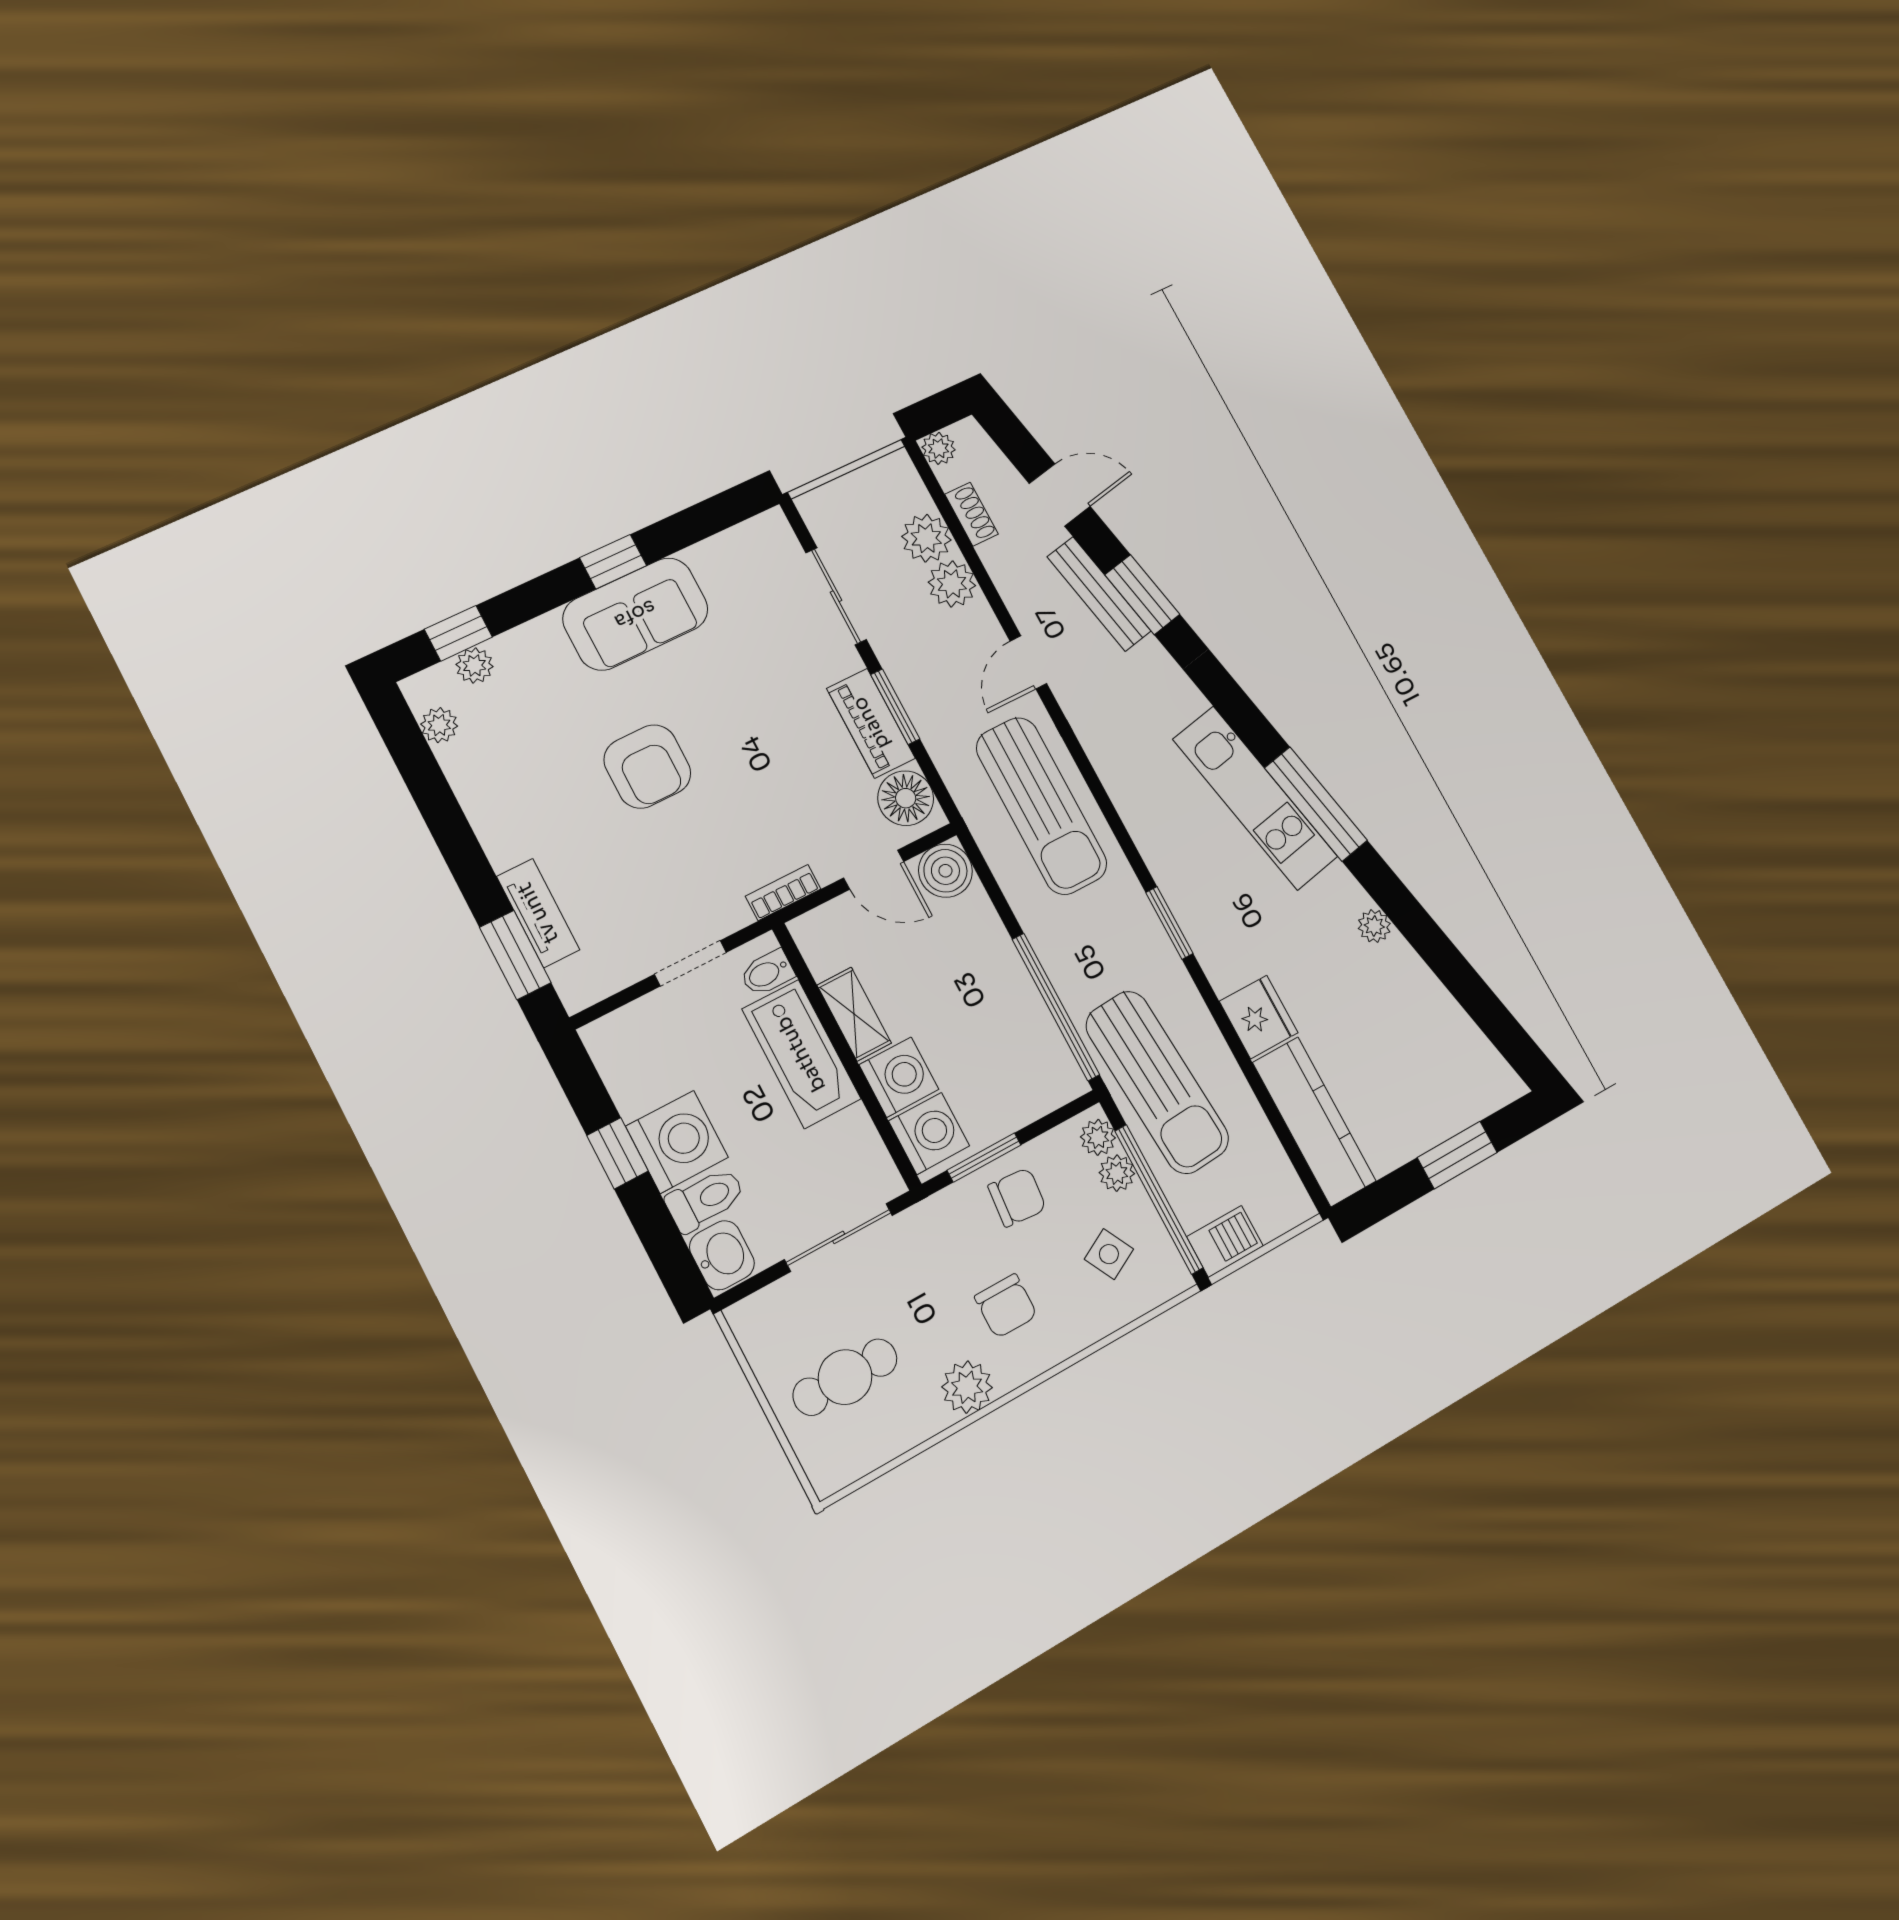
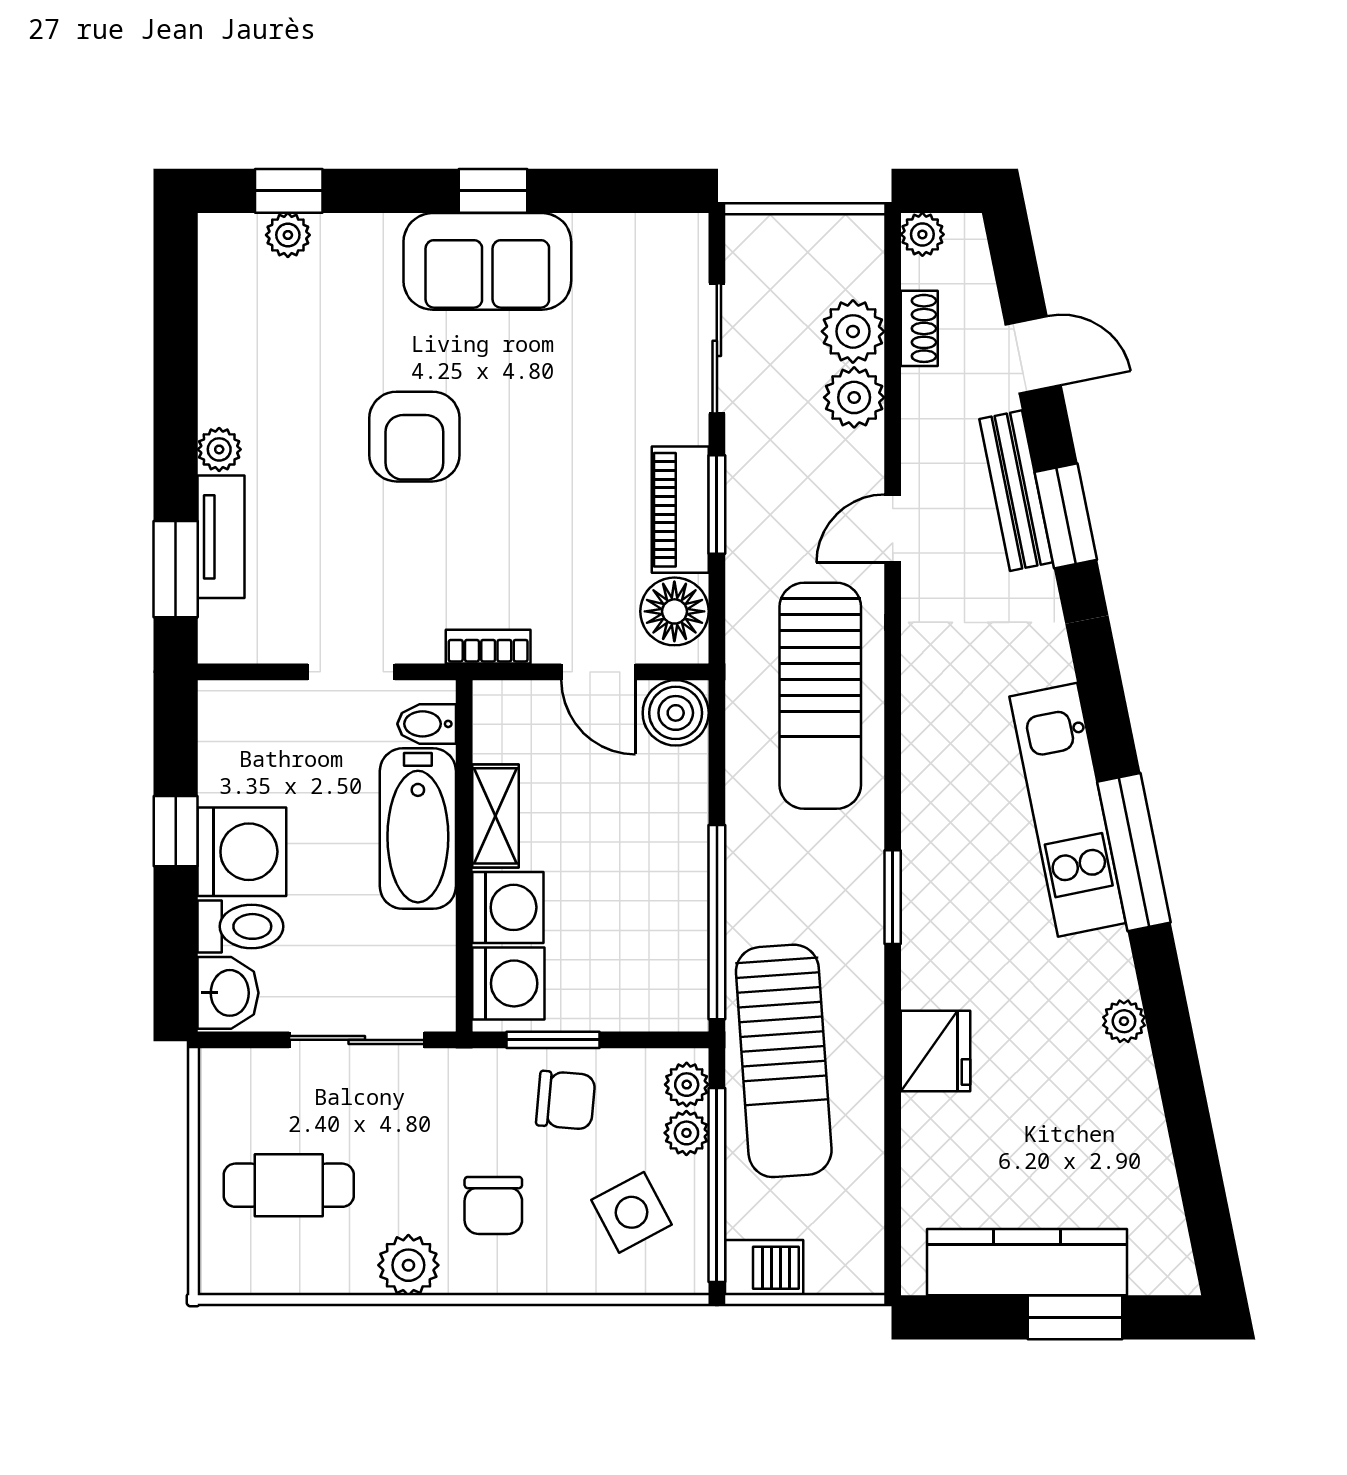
plant: (439, 725) -> (219, 449), moved
kitchen counter: (1314, 1122) -> (1027, 1262), moved, turned -90
side table: (1109, 1254) -> (632, 1212), width x1.37, depth x1.37

